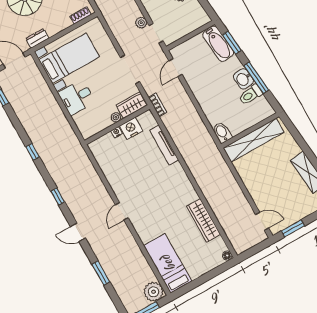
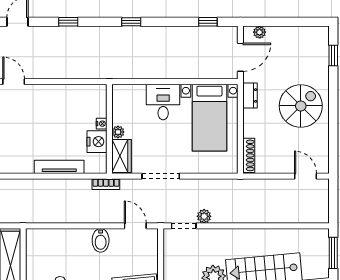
shoe rack: (80, 15) -> (249, 155), width x1.43
bidet: (222, 132) -> (101, 240), moved, turned 90

